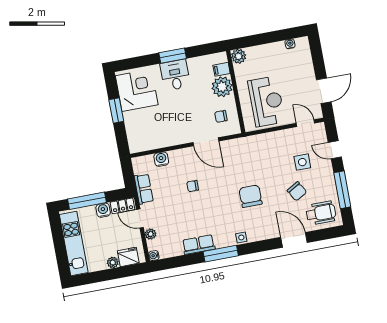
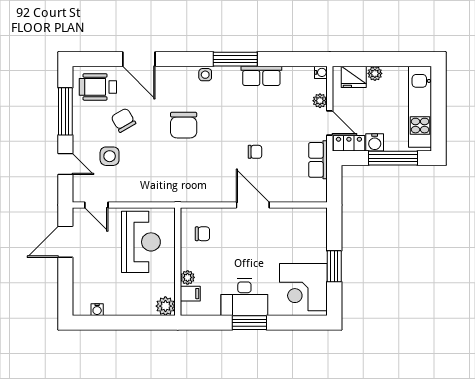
desk: (175, 75) -> (244, 297), width x1.37
plant: (222, 87) -> (188, 277), width x0.53, depth x0.53
reception desk: (266, 101) -> (141, 242), turned 180
door: (206, 142) -> (253, 205), moved
water cooler: (161, 159) -> (289, 194), removed

